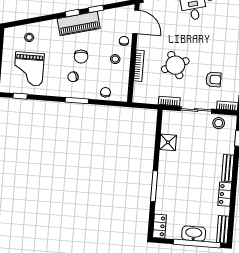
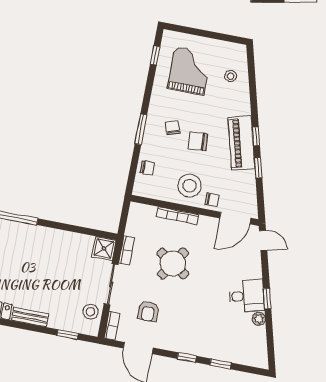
stool: (115, 59) -> (190, 186), width x1.89, depth x1.89
round table: (175, 65) -> (173, 263), turned -31
grand piano: (29, 69) -> (189, 71), turned 90
shower: (168, 142) -> (104, 249), moved

